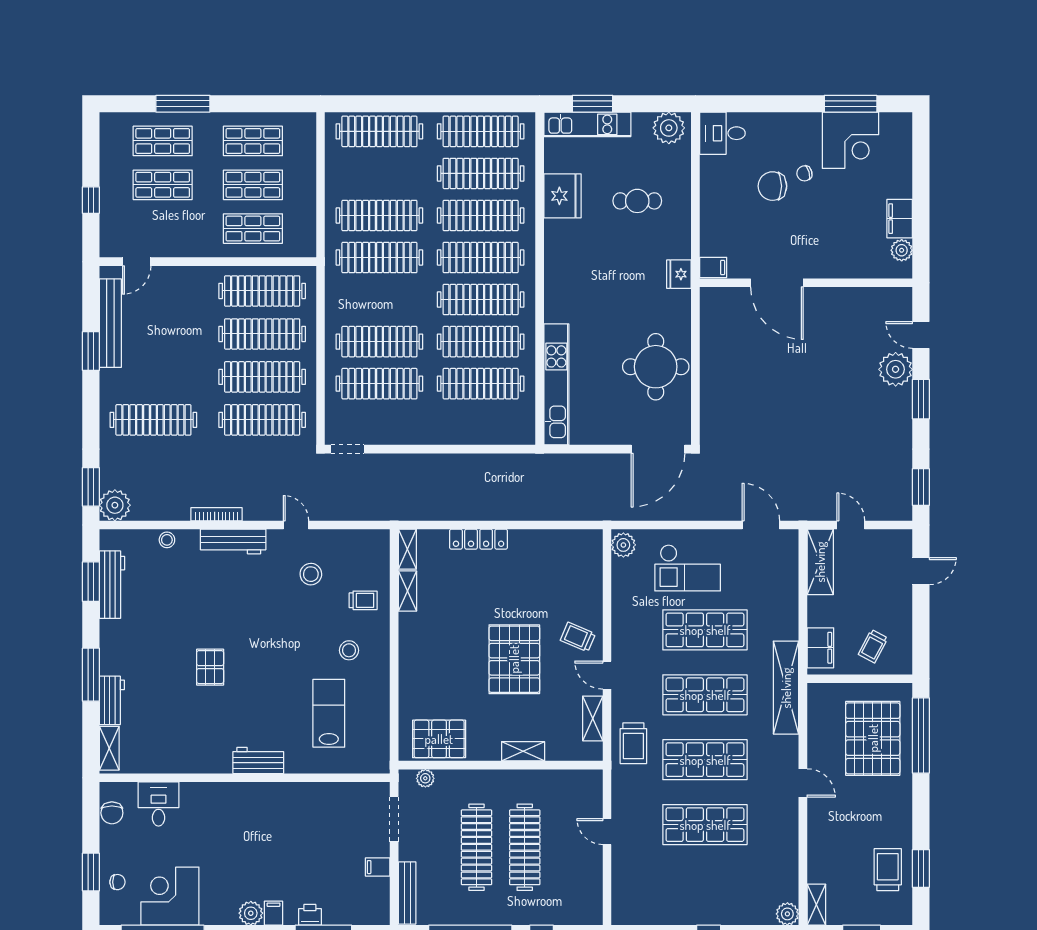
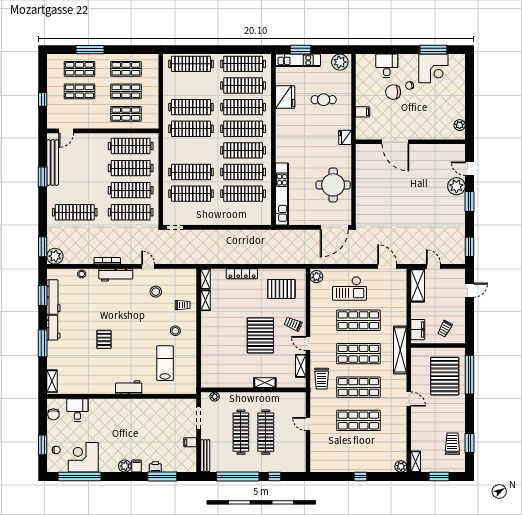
desk: (722, 133) -> (387, 66), moved, turned 90
filing cabinet: (900, 219) -> (459, 109), removed
filing cabinet: (713, 267) -> (363, 112), moved
workbench: (112, 700) -> (53, 328), moved
pallet: (439, 739) -> (281, 289), moved

